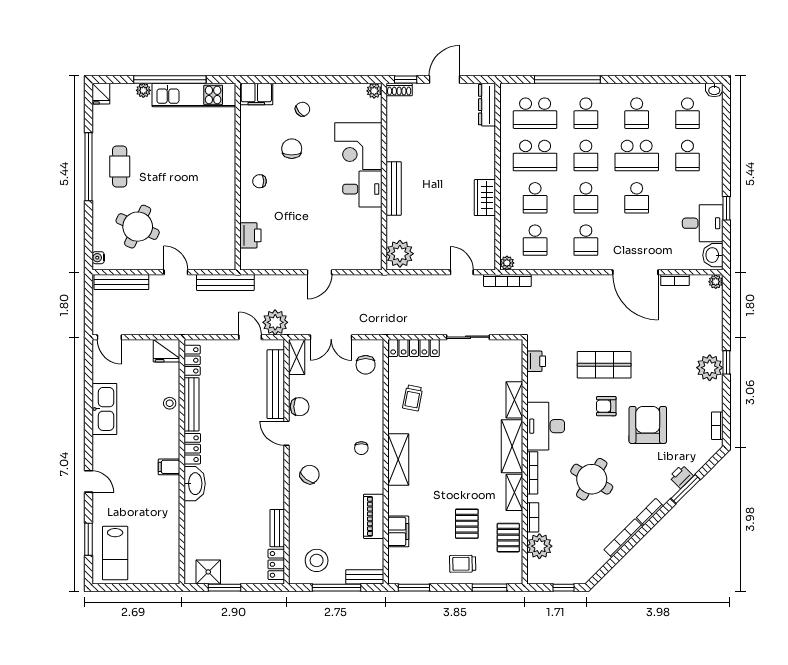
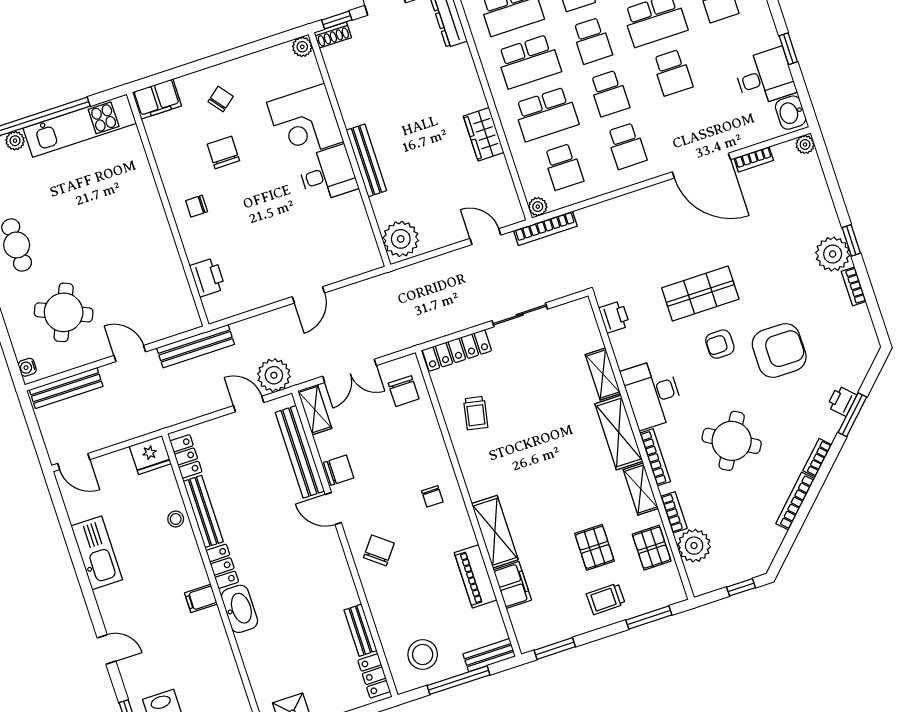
school desk: (535, 198) -> (546, 114), width x1.85
armchair: (648, 425) -> (779, 350), turned 90
bookcase: (717, 426) -> (854, 286), moved
shelving: (398, 460) -> (495, 532), moved

